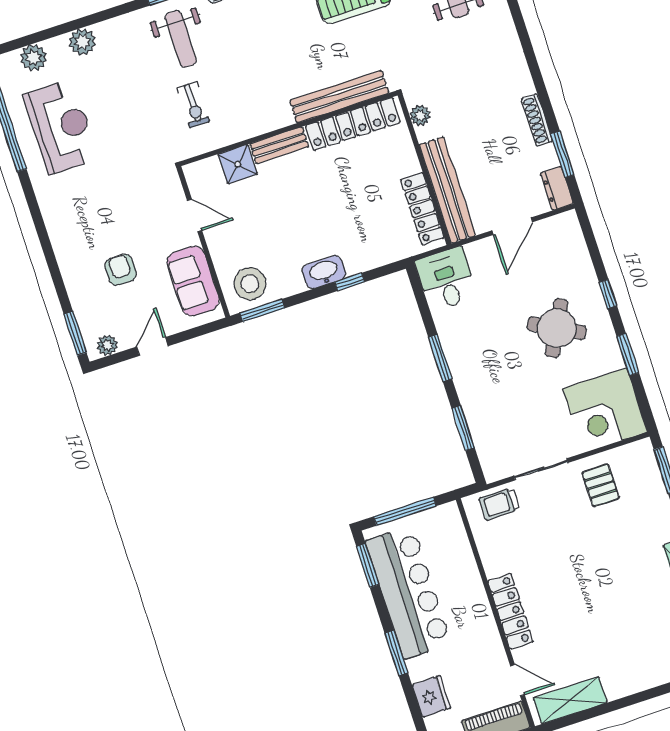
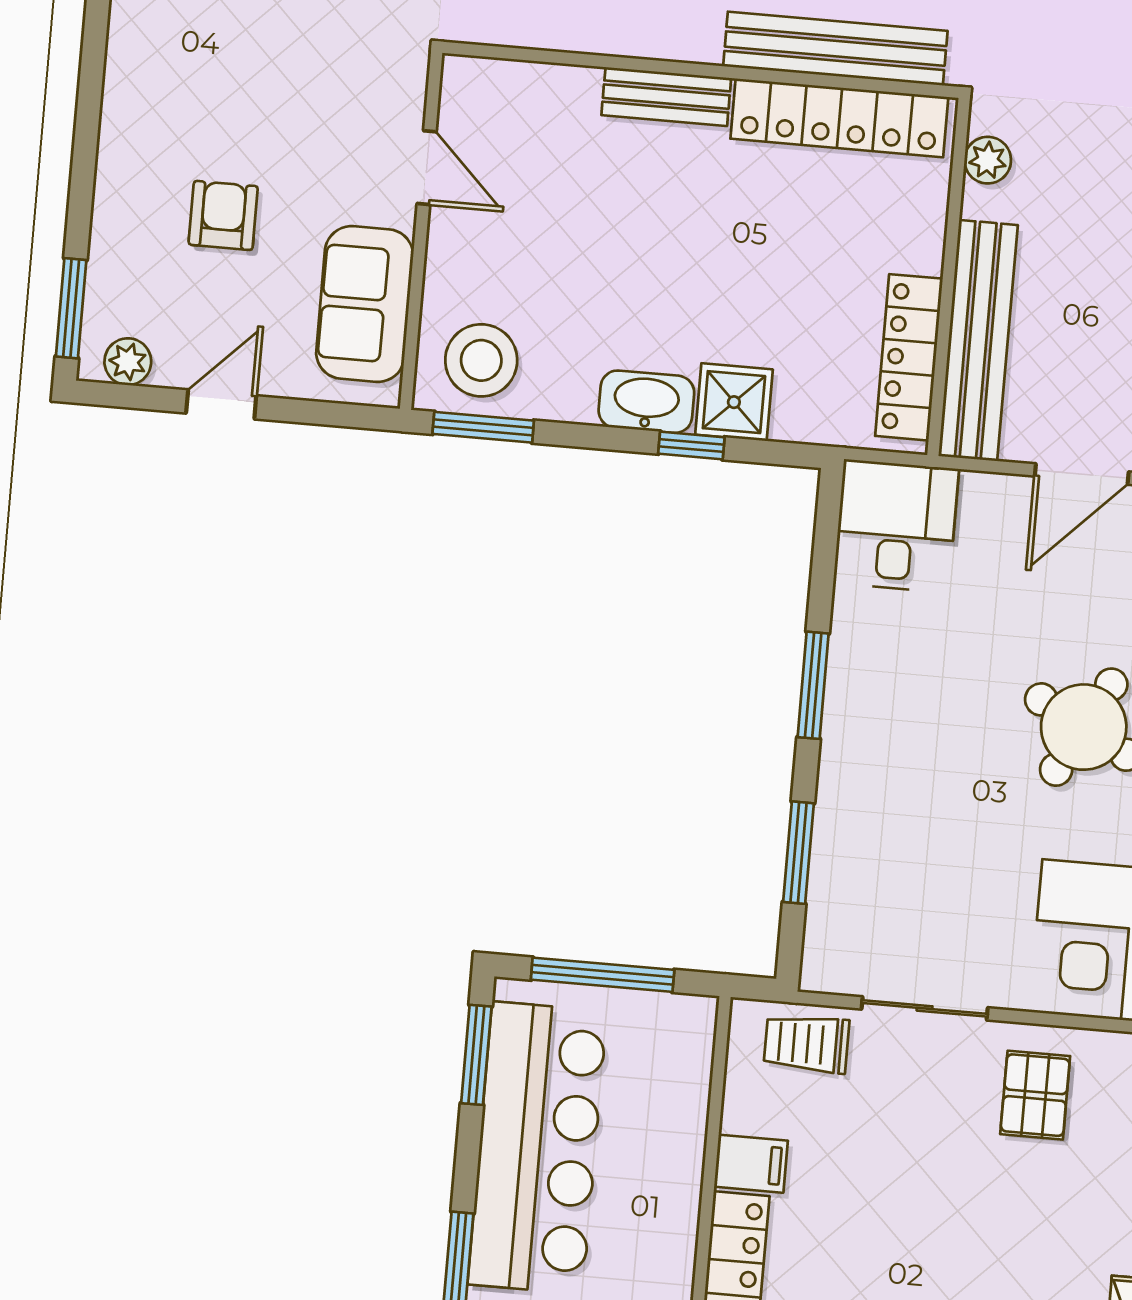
shower: (238, 164) -> (734, 402), moved
filing cabinet: (497, 562) -> (751, 1164), added

